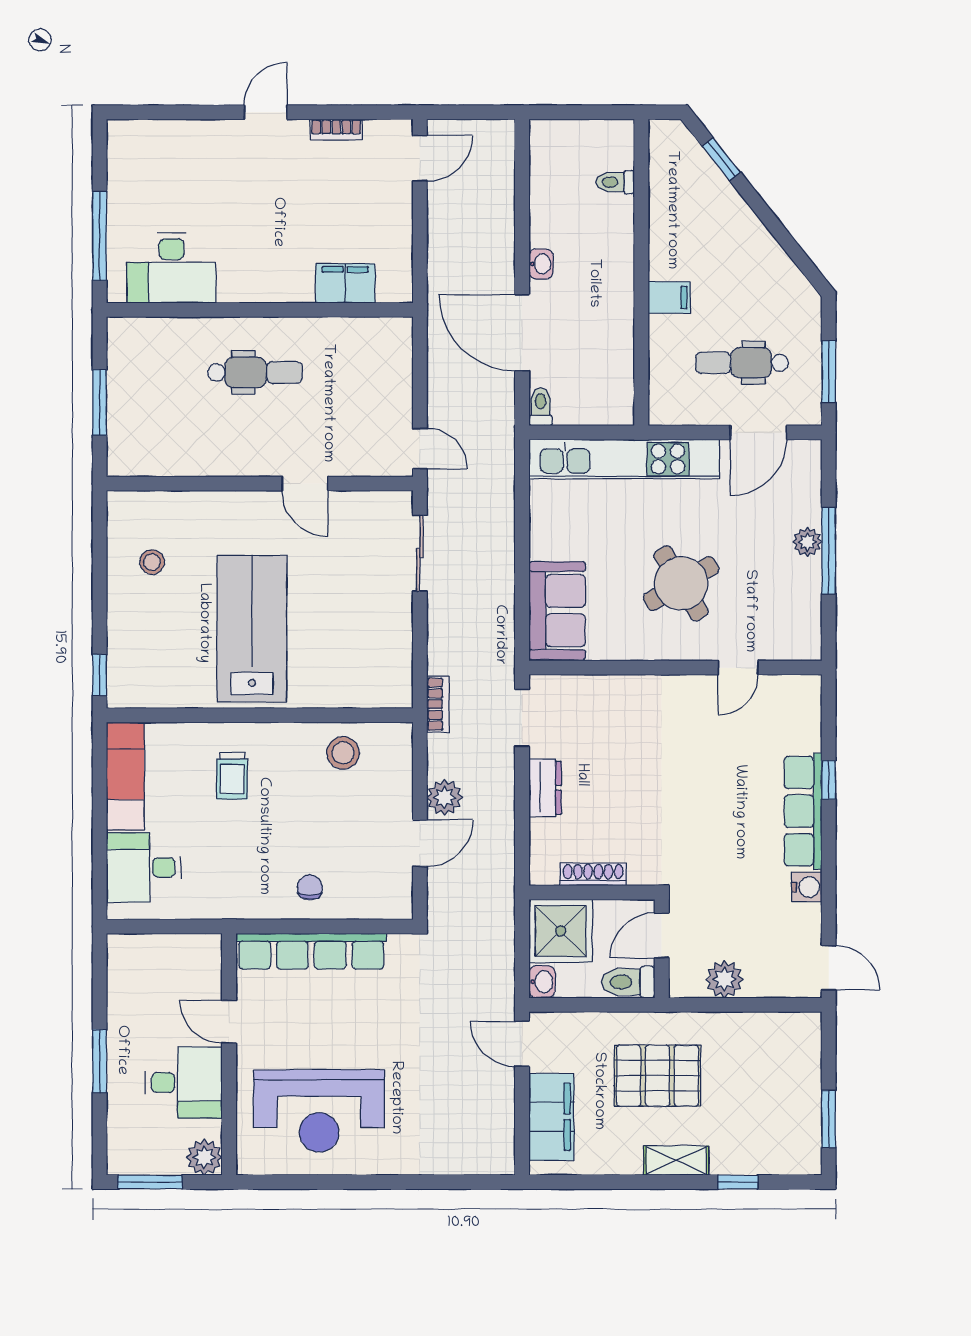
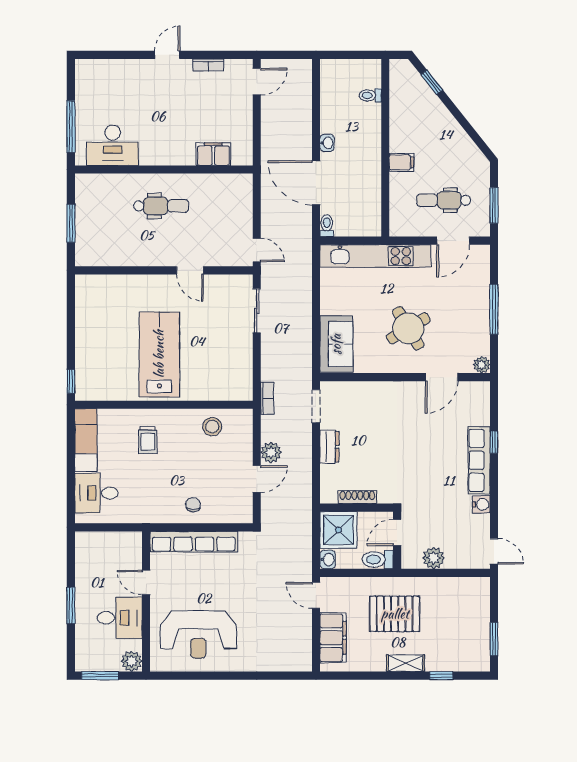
plant: (807, 542) -> (482, 365), moved
stool: (152, 562) -> (101, 316), removed
door: (738, 668) -> (441, 377), width x1.38

